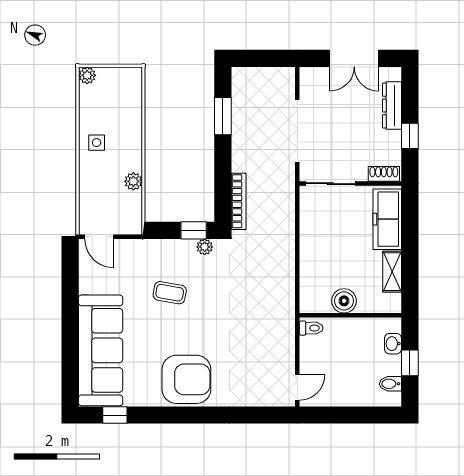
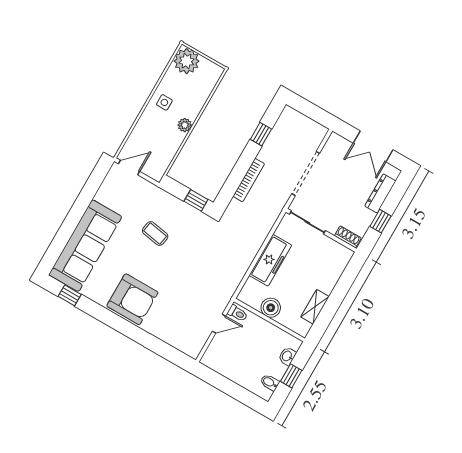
plant: (87, 75) -> (187, 61), width x1.88, depth x1.88
window: (223, 116) -> (261, 134), width x0.67
plant: (133, 181) -> (185, 125), moved
bookcase: (239, 201) -> (249, 180), moved
freezer: (387, 219) -> (270, 260), moved, turned 180
door: (99, 237) -> (129, 168), swing flipped
plant: (205, 247) -> (197, 216), removed
door: (297, 387) -> (219, 324), moved

